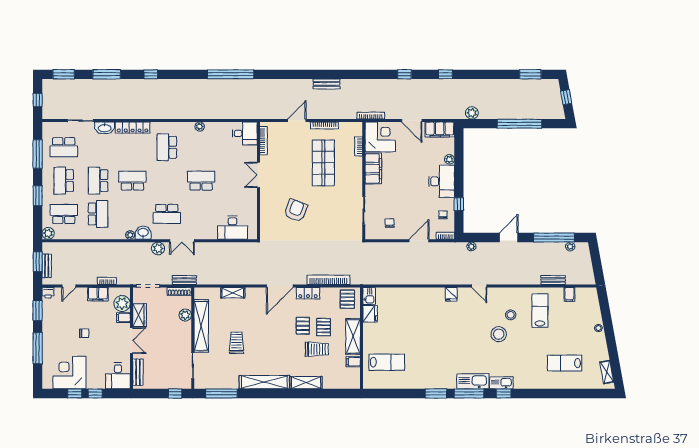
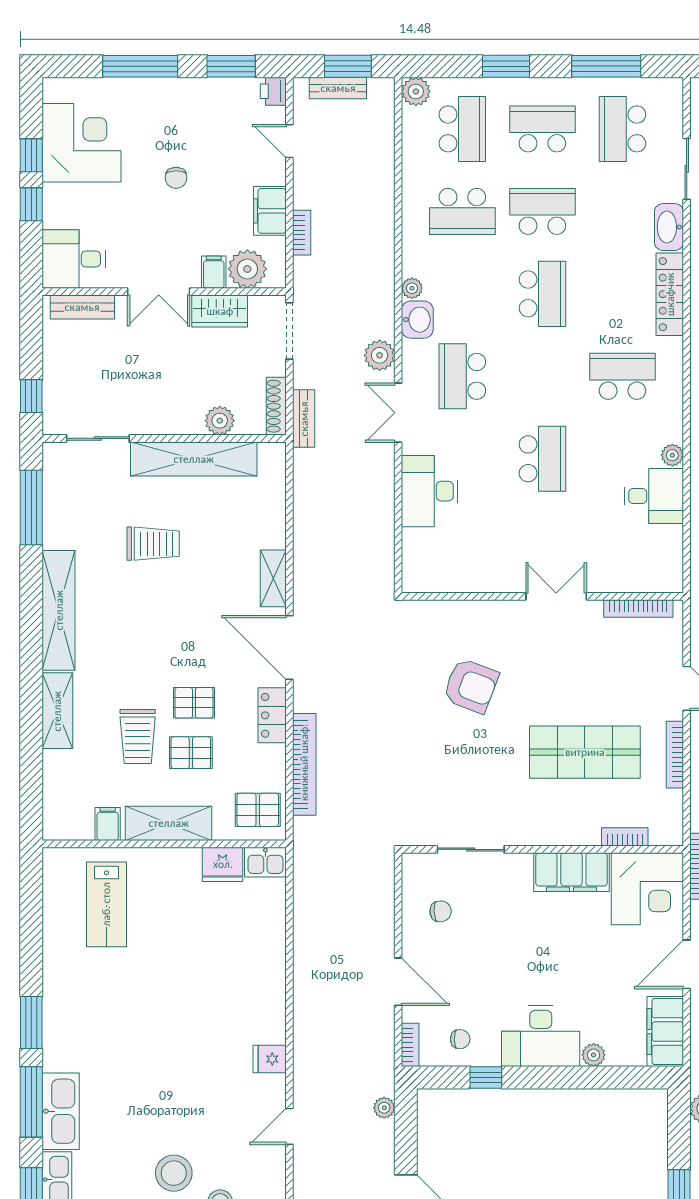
desk: (245, 133) -> (654, 496), moved, turned -90
desk: (233, 228) -> (430, 491), moved
shelving: (233, 293) -> (273, 578), moved

